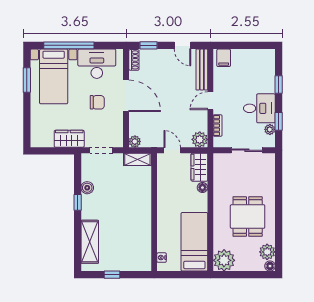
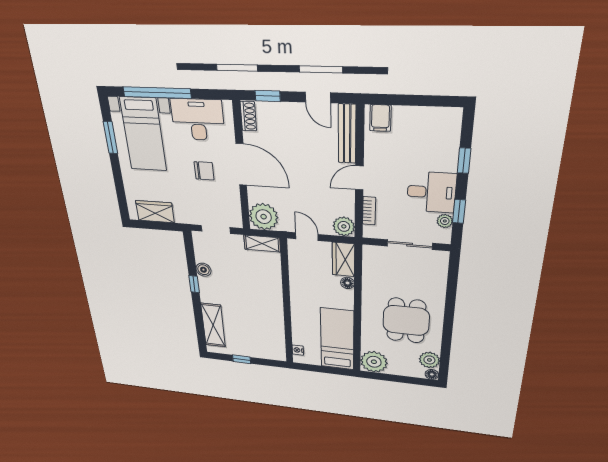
wardrobe: (69, 139) -> (155, 212), moved
plant: (135, 141) -> (264, 217), width x1.87, depth x1.87

